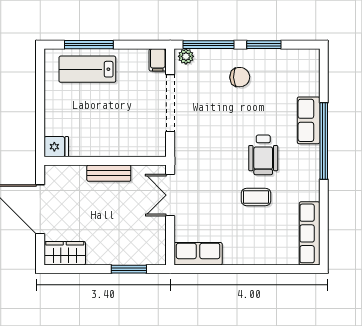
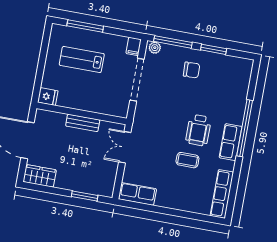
lab bench: (87, 69) -> (82, 59), moved
row of seats: (309, 120) -> (231, 142), moved

